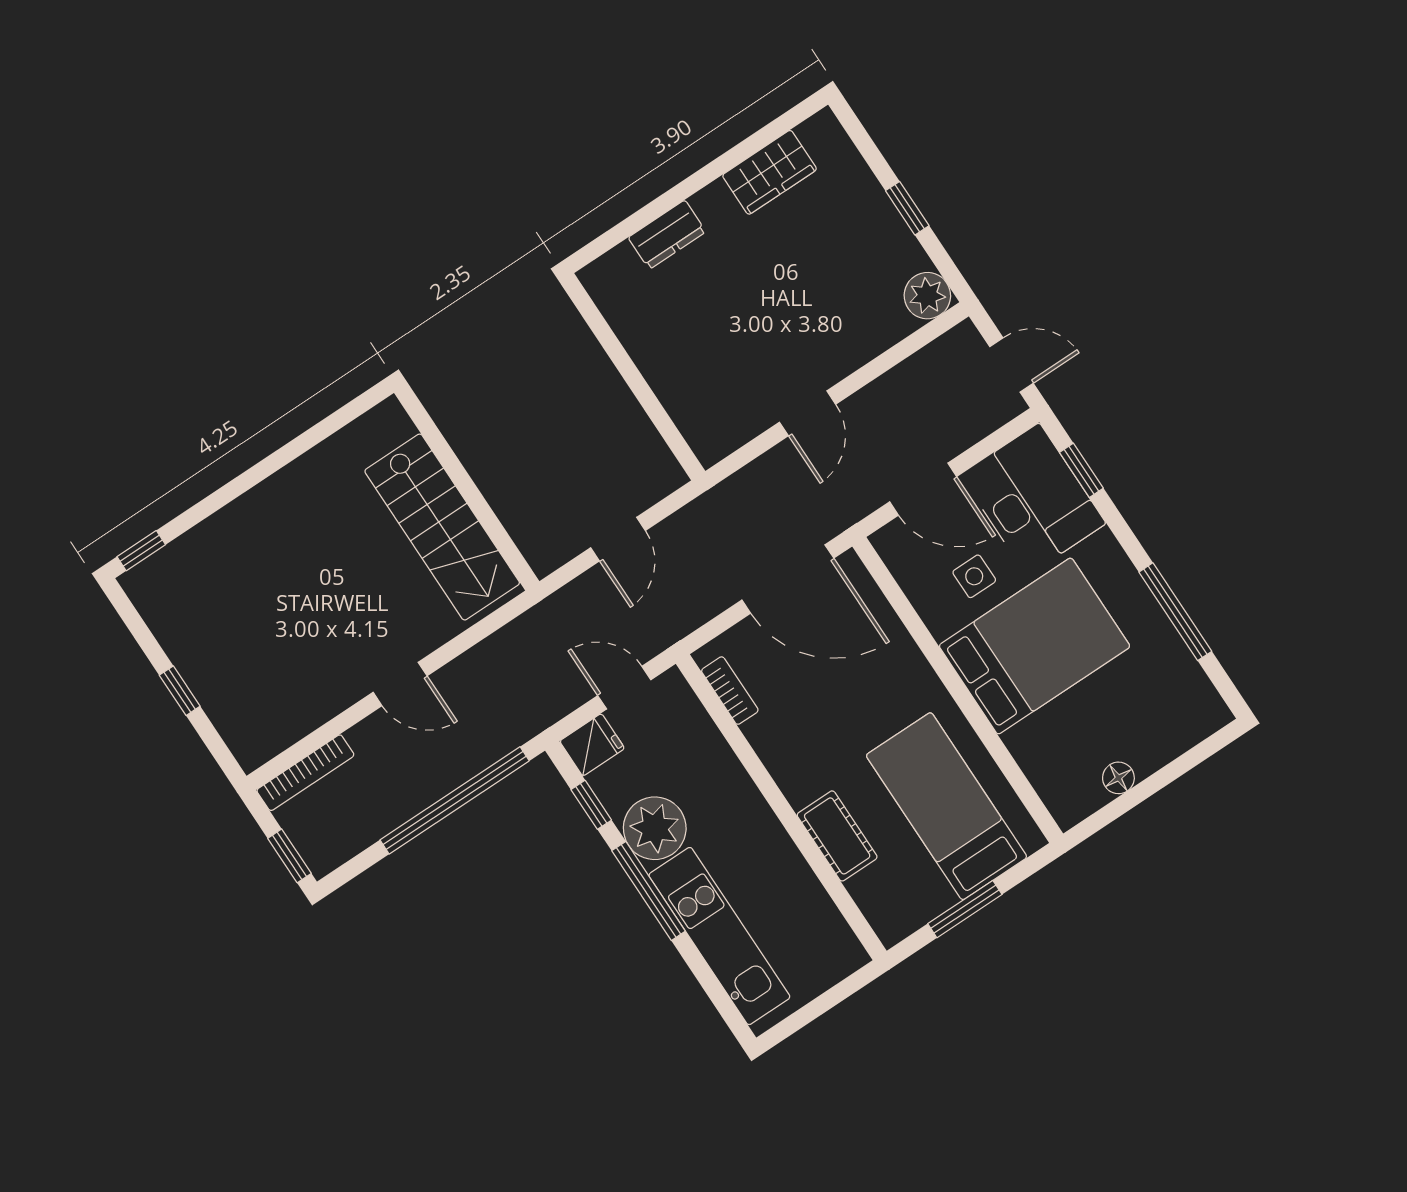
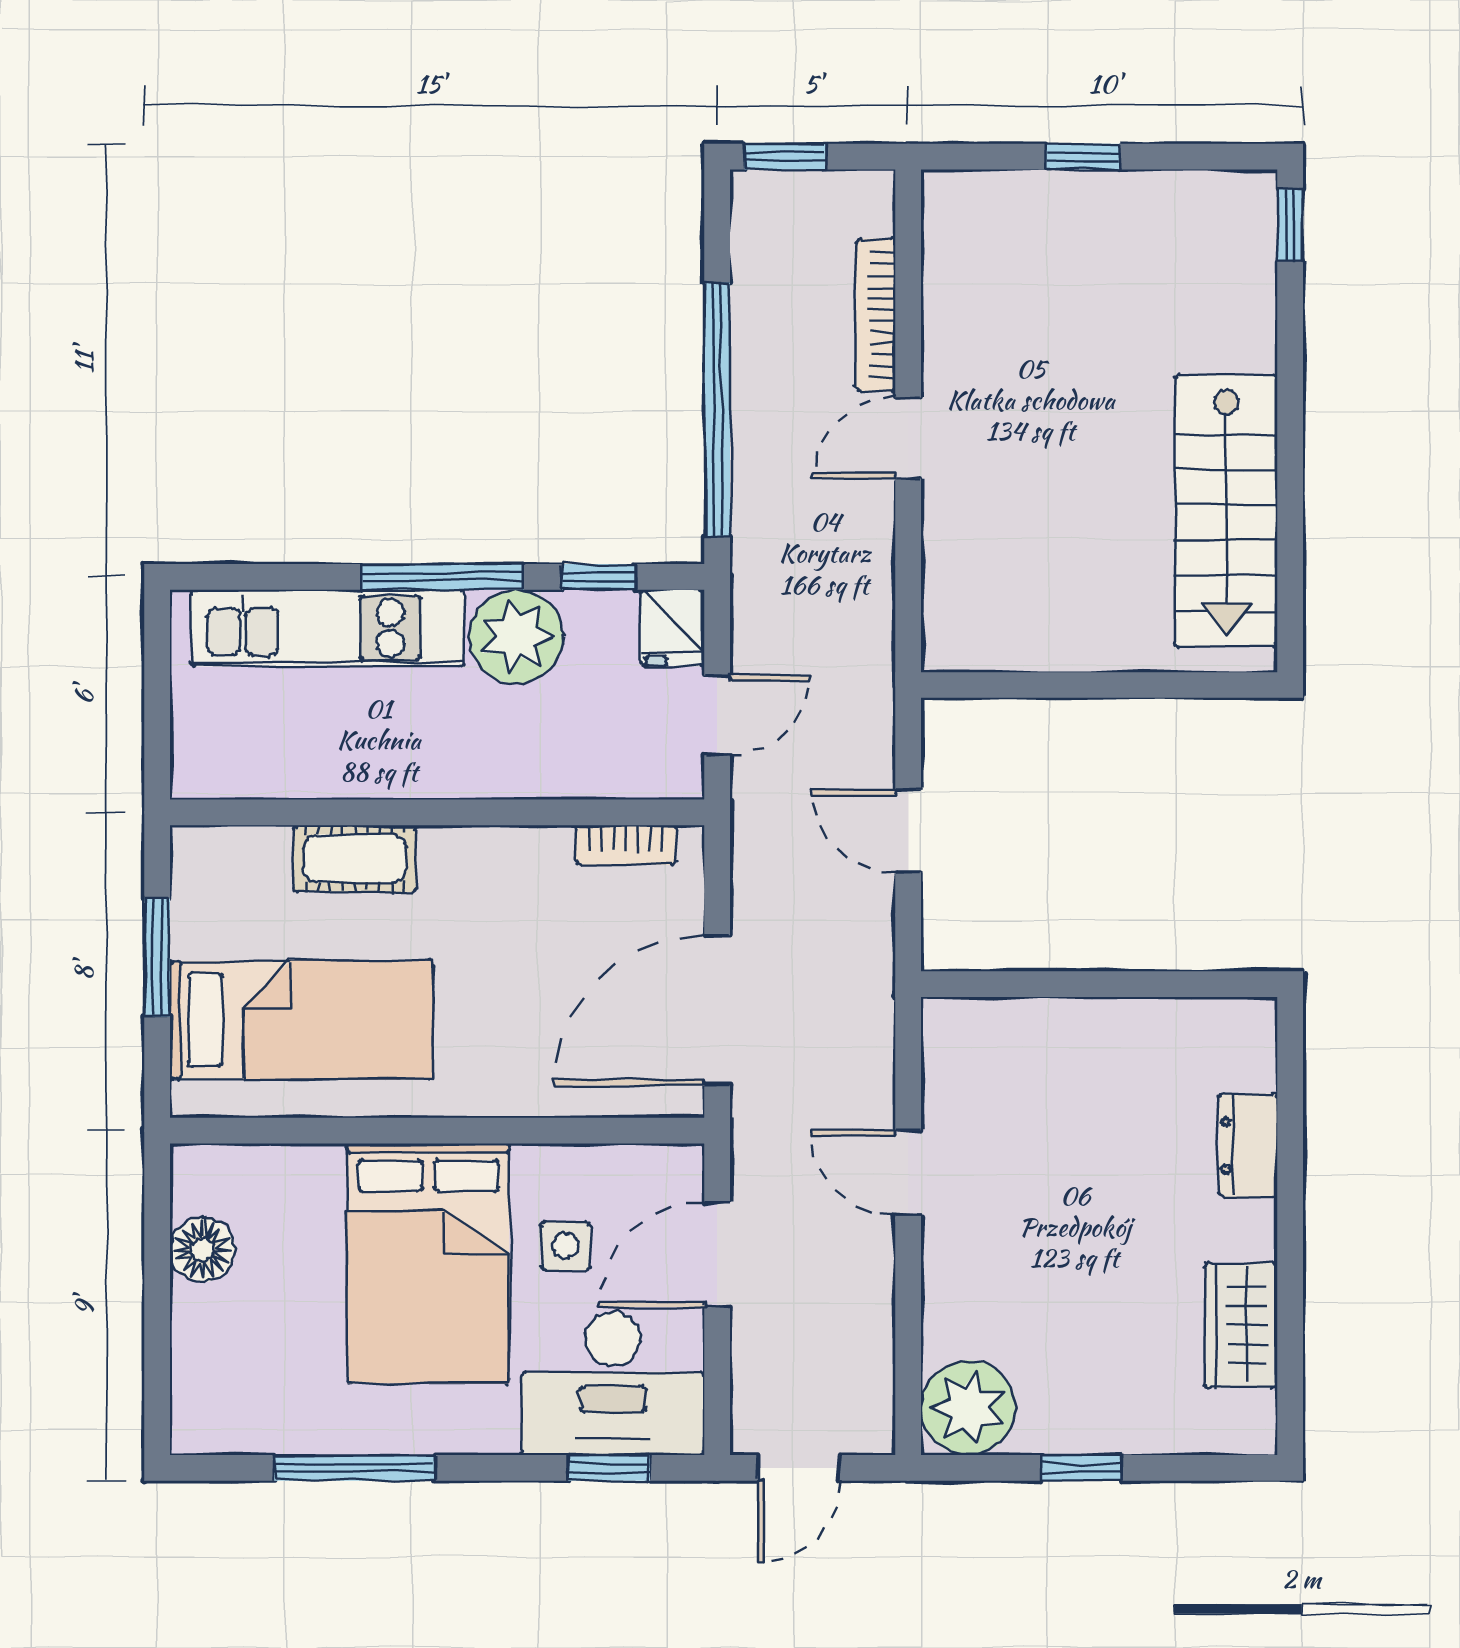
plant: (927, 296) -> (968, 1408), width x1.36, depth x1.36
stairs: (442, 527) -> (1226, 511), moved, turned -90
bookcase: (305, 773) -> (876, 315), moved
floor lamp: (1118, 778) -> (202, 1250), width x1.37, depth x1.37

